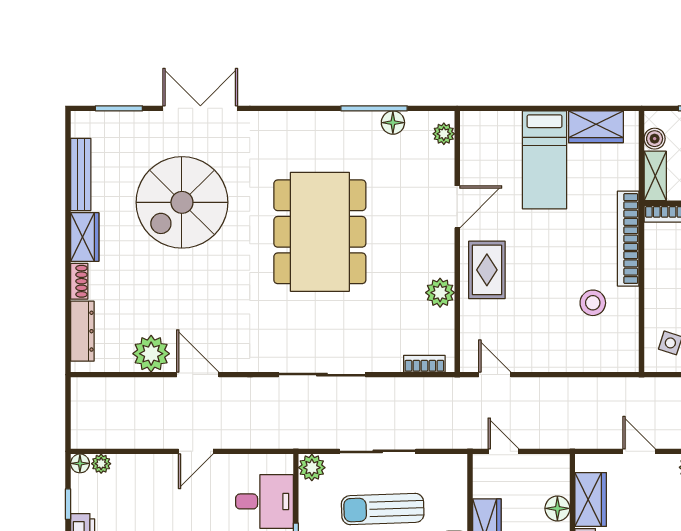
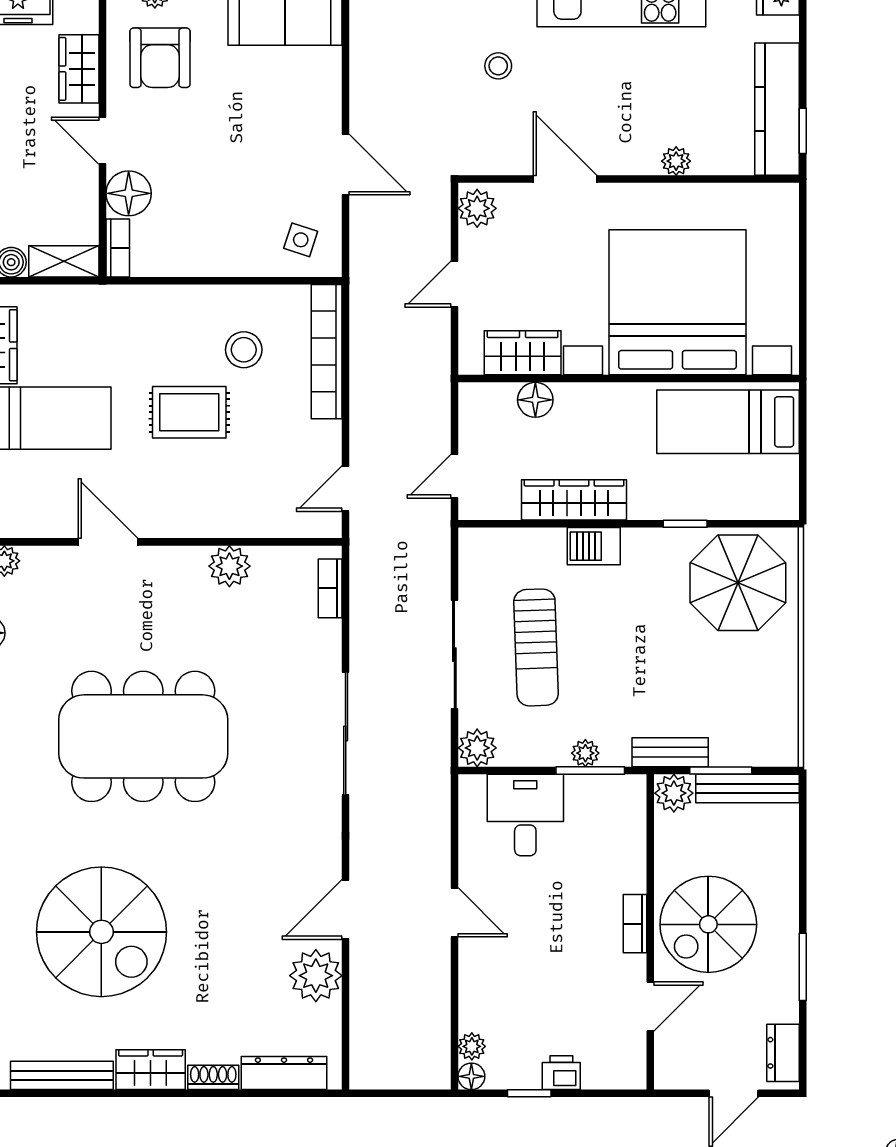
bookcase: (628, 239) -> (327, 352), moved, turned 90
rug: (487, 270) -> (189, 412), moved

